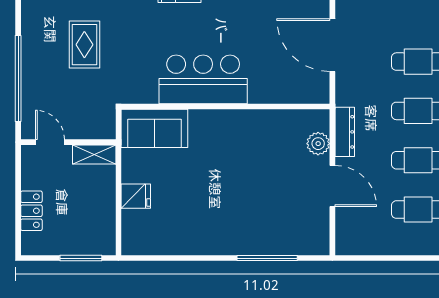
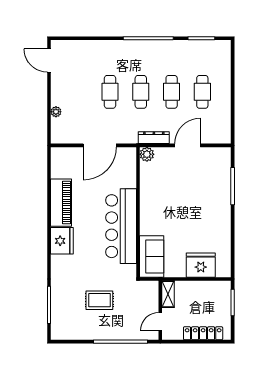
bar counter: (203, 79) -> (121, 226), width x1.36
plant: (318, 144) -> (147, 154), moved
fridge: (136, 196) -> (201, 265), width x1.88, depth x1.34
locker: (31, 211) -> (203, 333), width x1.53

